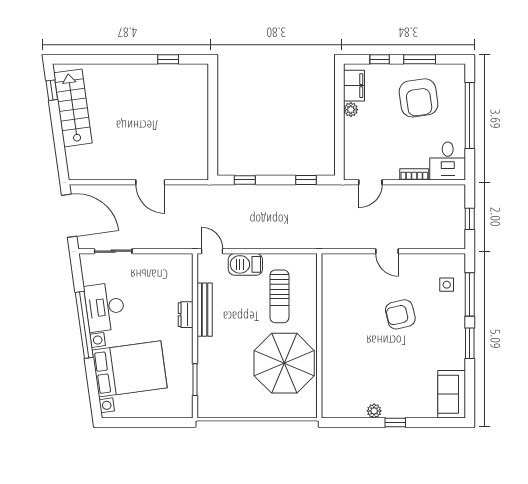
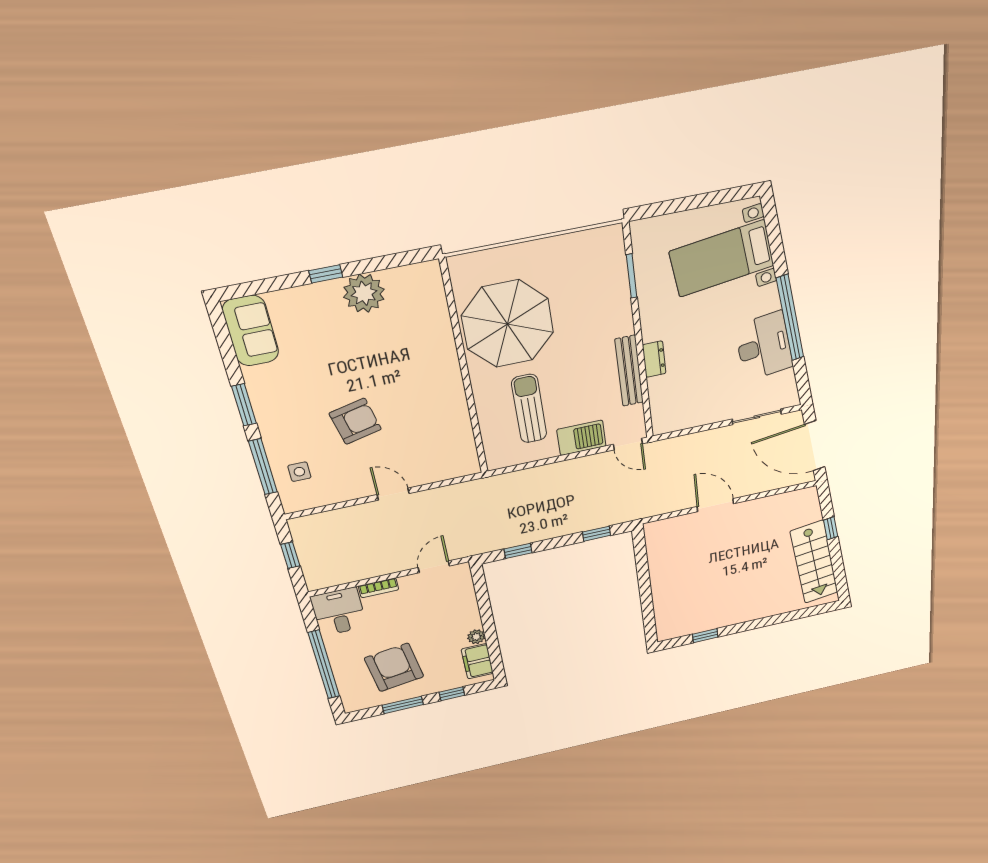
window: (52, 90) -> (831, 528), moved
bed with nightstands: (130, 369) -> (722, 259), width x0.73
plant: (374, 411) -> (364, 293), width x1.87, depth x1.87

